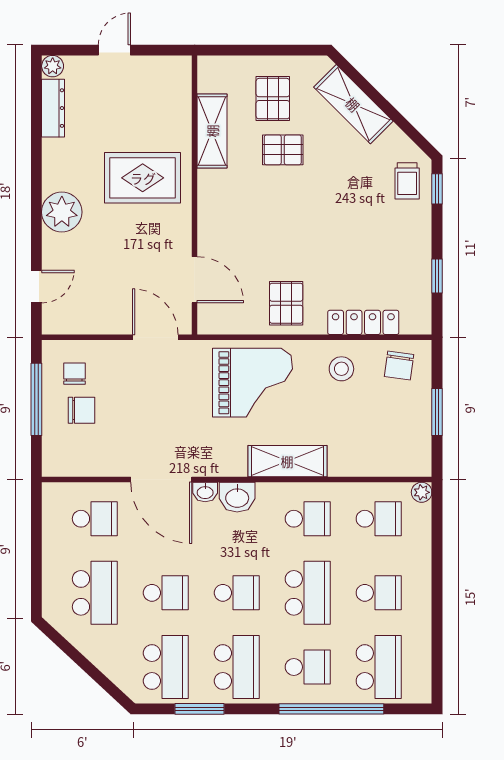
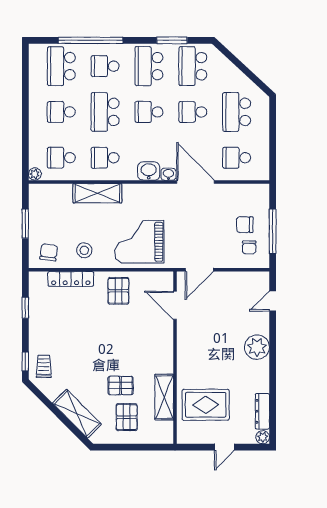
rug: (143, 178) -> (206, 405), moved
door: (155, 337) -> (199, 270), hinge flipped
shelving: (287, 461) -> (97, 193), moved

